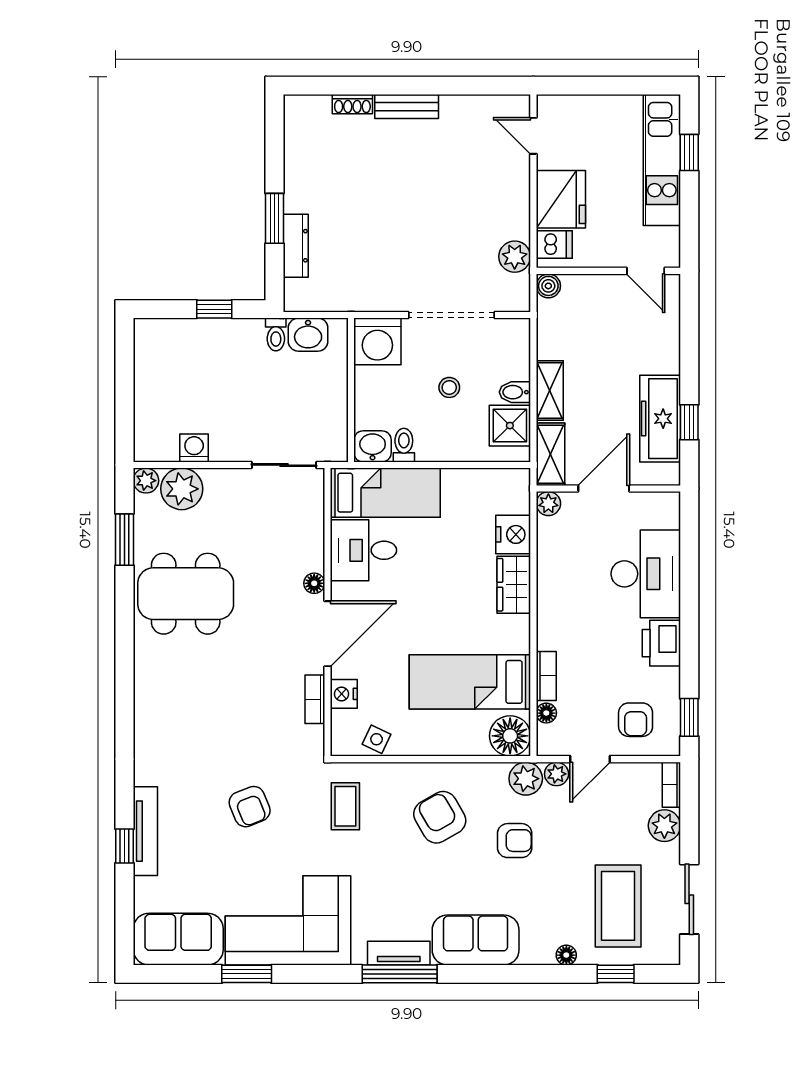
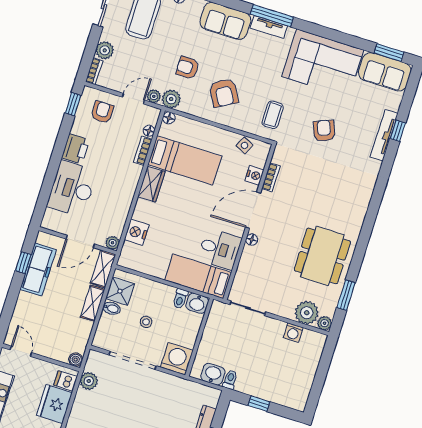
wardrobe: (514, 585) -> (151, 184), moved
dining table: (186, 594) -> (322, 256), turned 90
floor lamp: (510, 736) -> (169, 118), width x0.53, depth x0.53
window: (247, 974) -> (389, 53), moved

